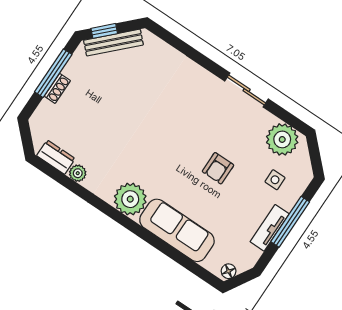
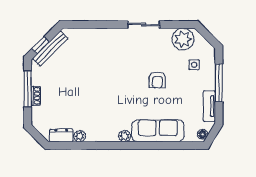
plant: (130, 199) -> (125, 136), width x0.53, depth x0.53
tv unit: (270, 228) -> (209, 106), moved

